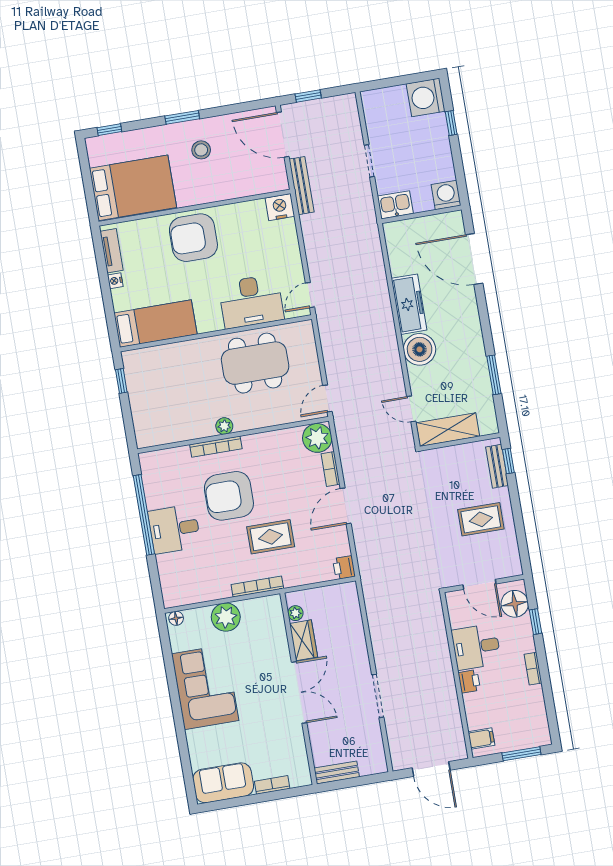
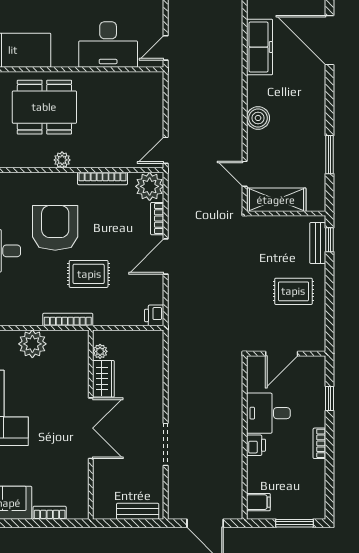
freezer: (409, 304) -> (260, 47), moved
boiler: (420, 349) -> (258, 118), width x0.73, depth x0.73
dining table: (255, 363) -> (44, 107), moved
bookcase: (216, 447) -> (103, 178), moved
armchair: (229, 496) -> (55, 228), turned 90
door: (479, 584) -> (282, 354), hinge flipped
floor lamp: (515, 604) -> (312, 378), removed
bench: (337, 772) -> (138, 511), moved

